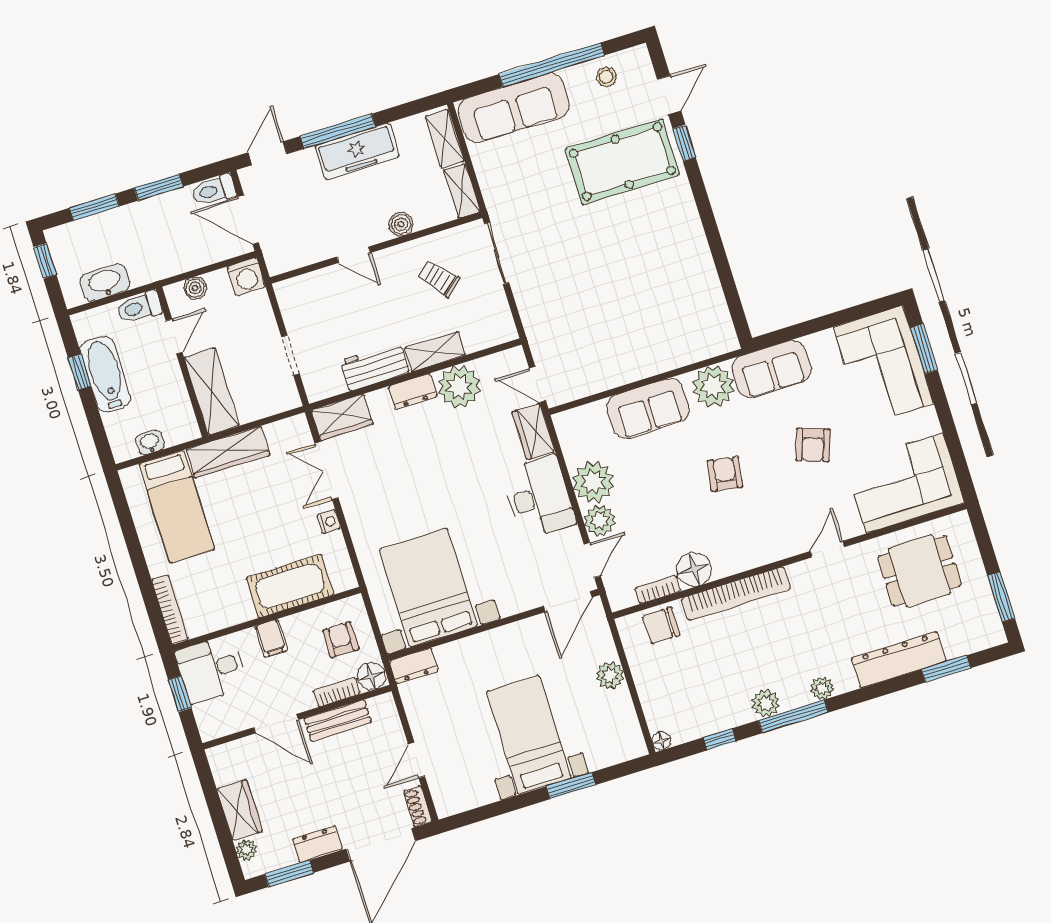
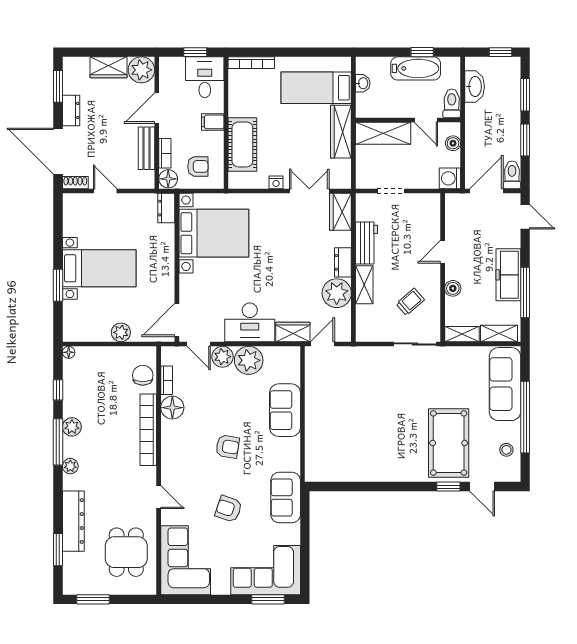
window: (338, 131) -> (525, 293), moved
plant: (713, 386) -> (286, 456), removed
door: (568, 602) -> (177, 320), hinge flipped
plant: (246, 850) -> (141, 70), moved, width x1.88, depth x1.88

